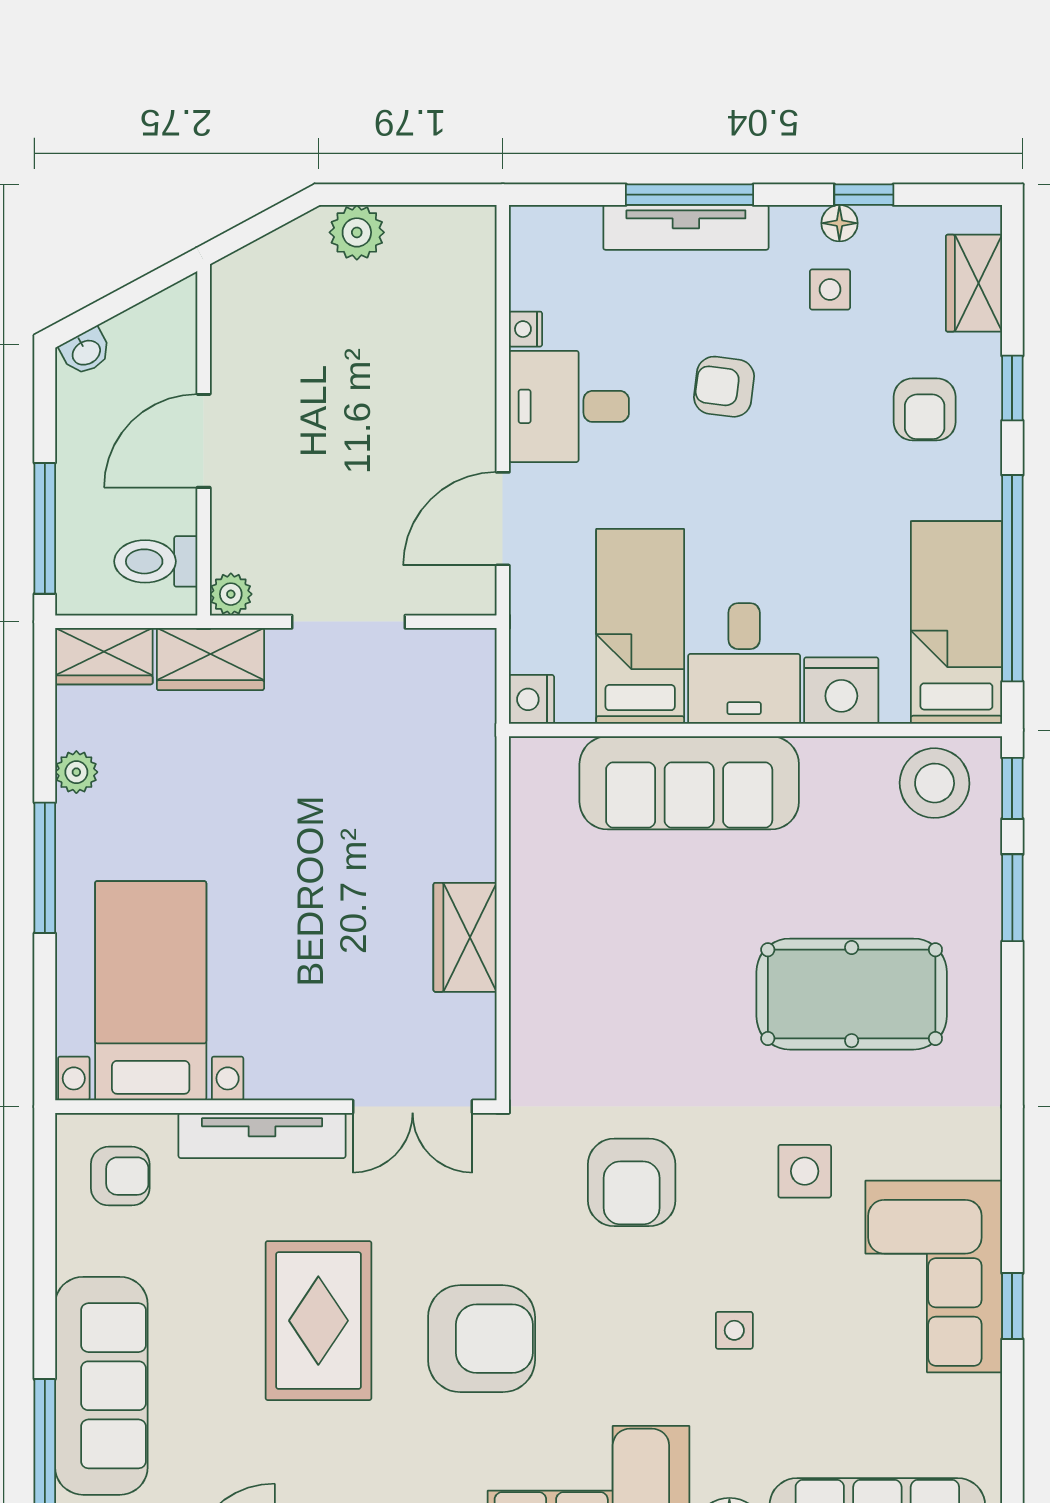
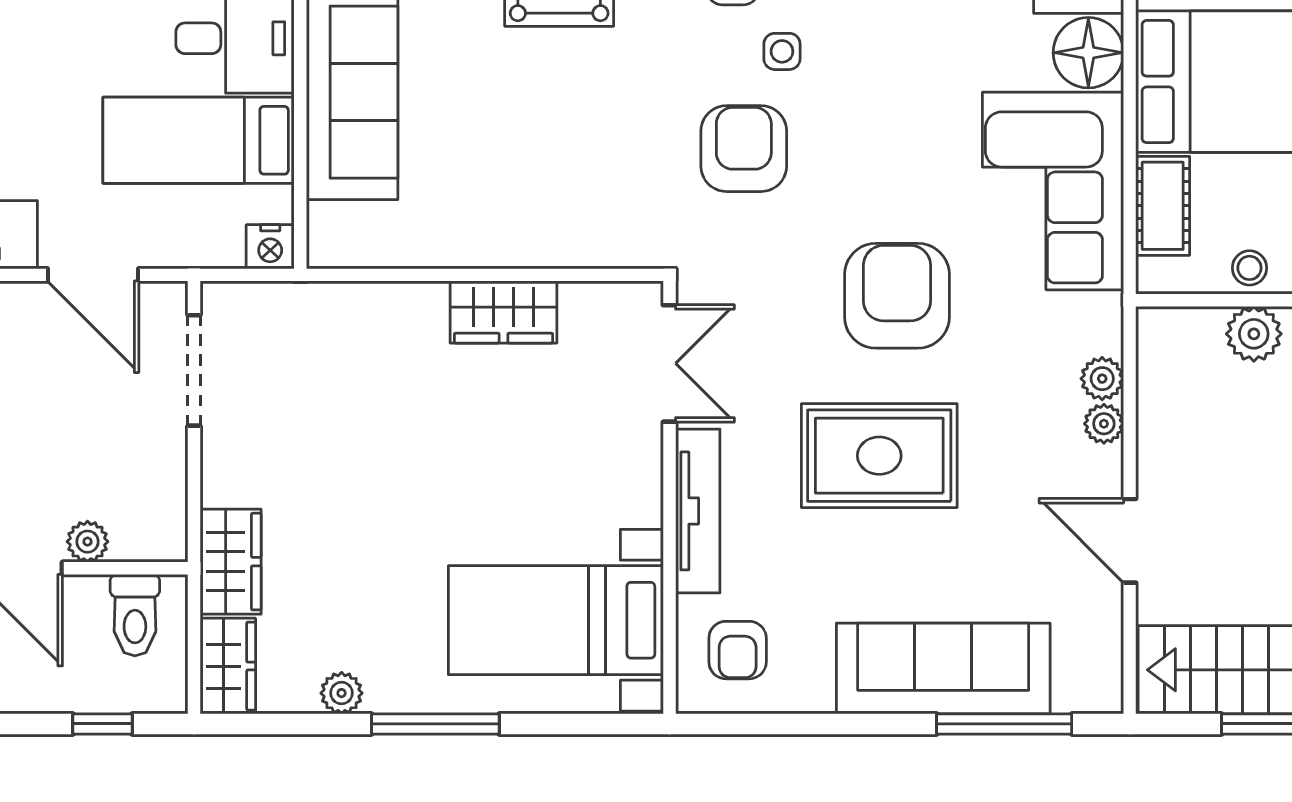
window: (45, 528) -> (102, 724), width x0.46
plant: (231, 594) -> (87, 542), moved
doorway: (349, 622) -> (194, 370), moved
armchair: (120, 1176) -> (738, 650), turned 180
armchair: (632, 1182) -> (744, 149), turned -90
side table: (734, 1330) -> (782, 51), moved

